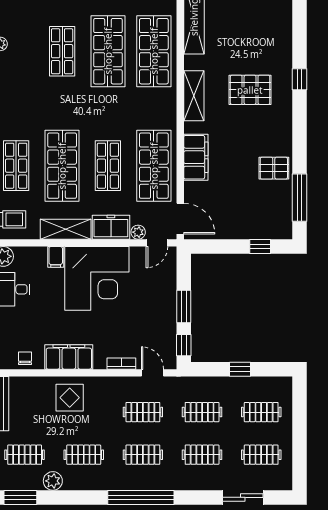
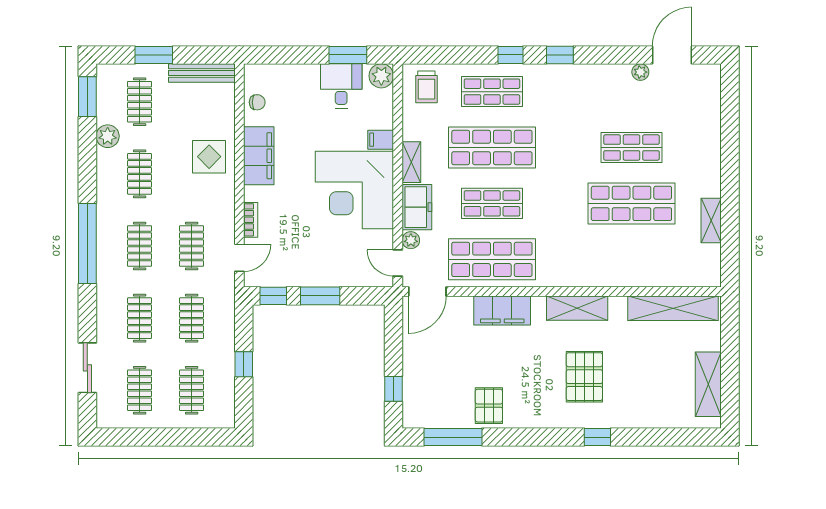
shop shelf: (154, 51) -> (631, 259), removed
shelving: (66, 229) -> (411, 162), width x0.67, depth x0.75

